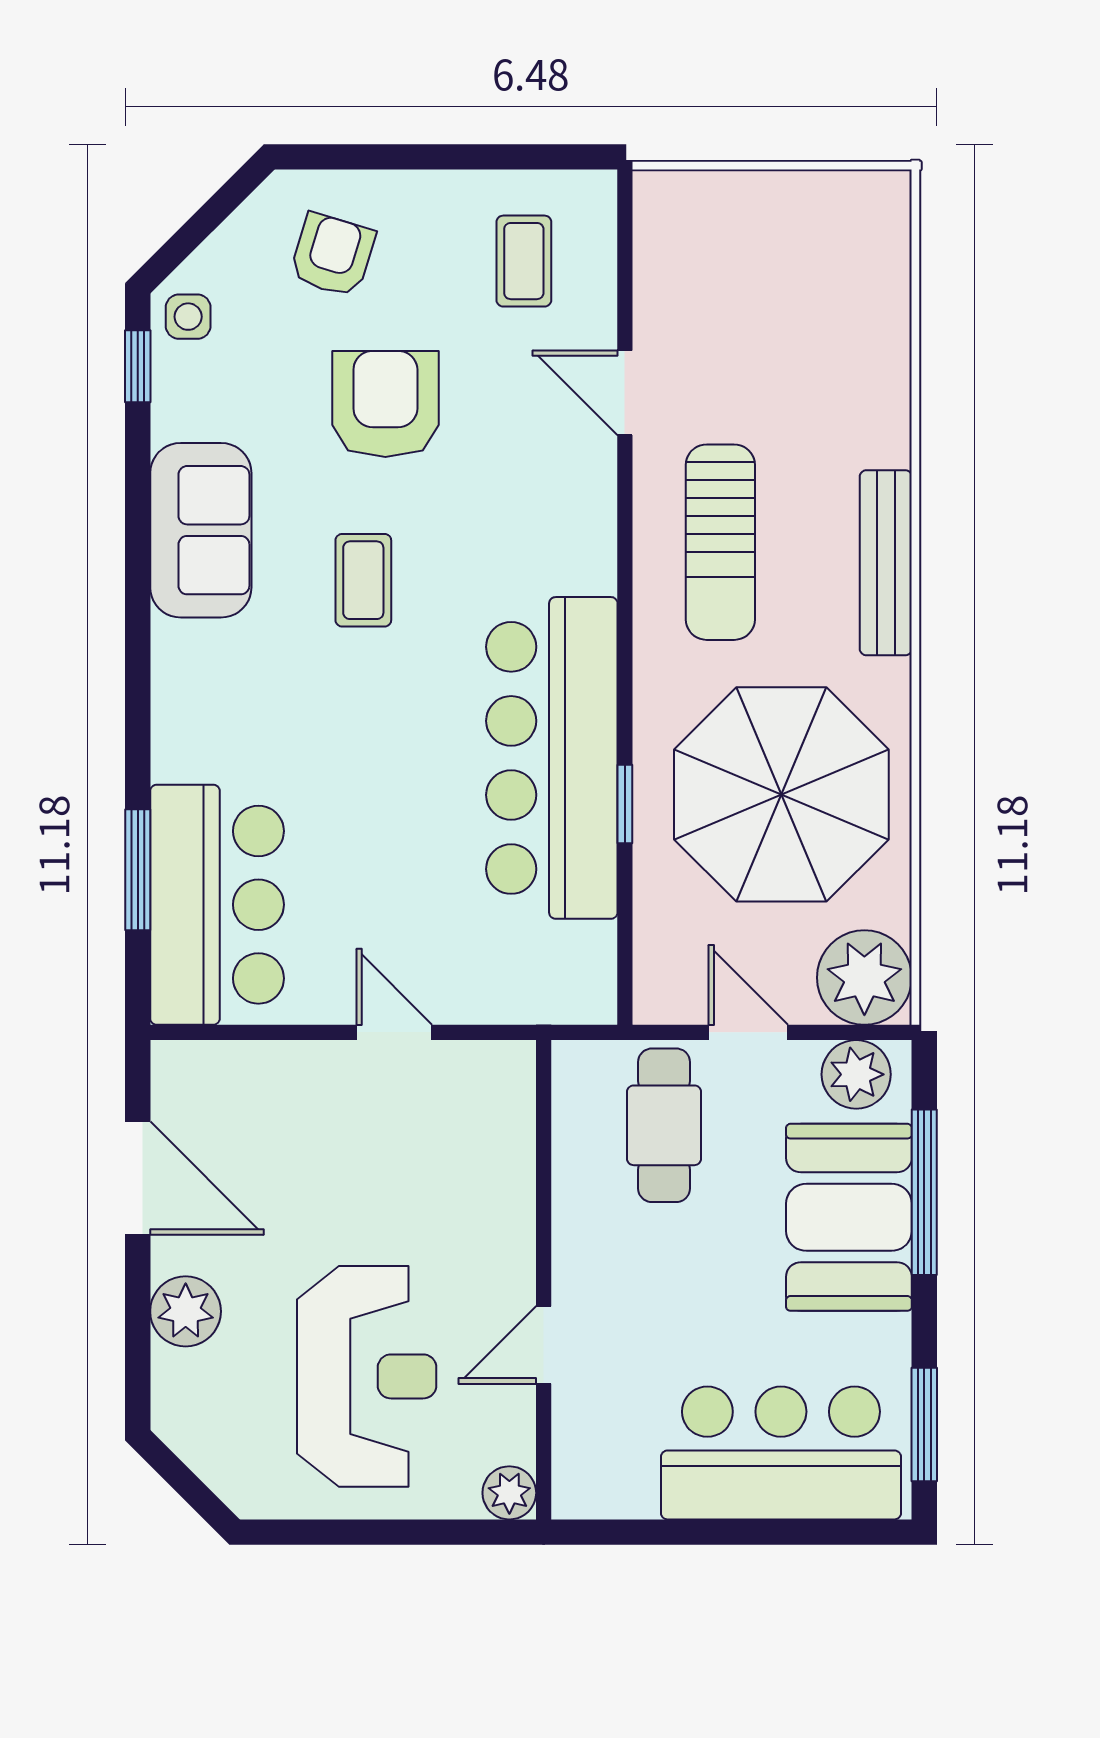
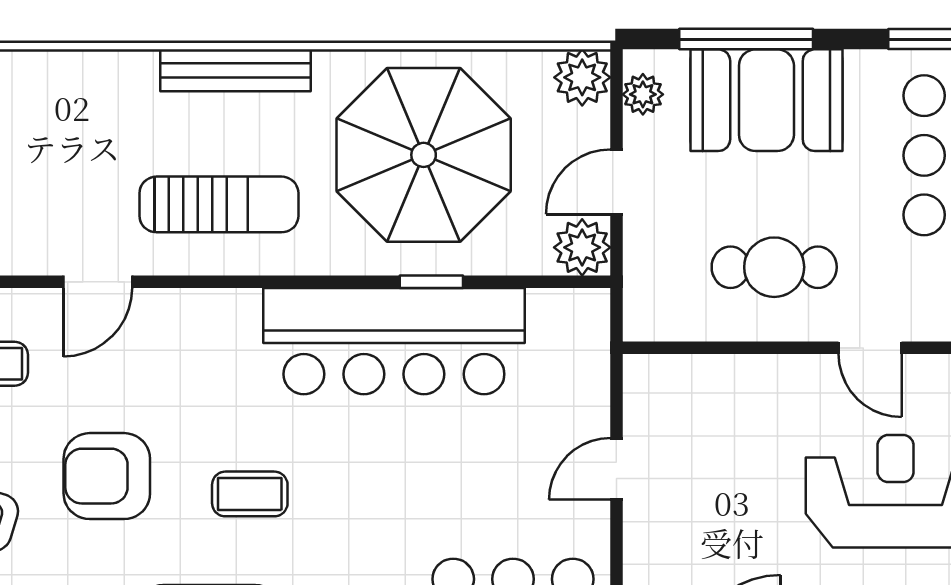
plant: (864, 978) -> (582, 77), width x0.73, depth x0.73
plant: (667, 990) -> (582, 247), added
plant: (856, 1074) -> (643, 94), width x0.73, depth x0.73
cafe table: (664, 1125) -> (774, 267), moved

